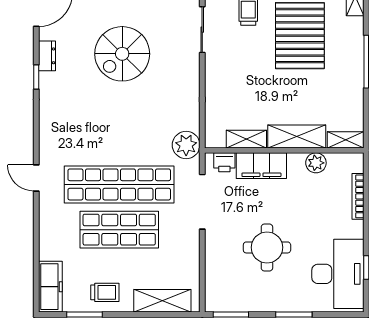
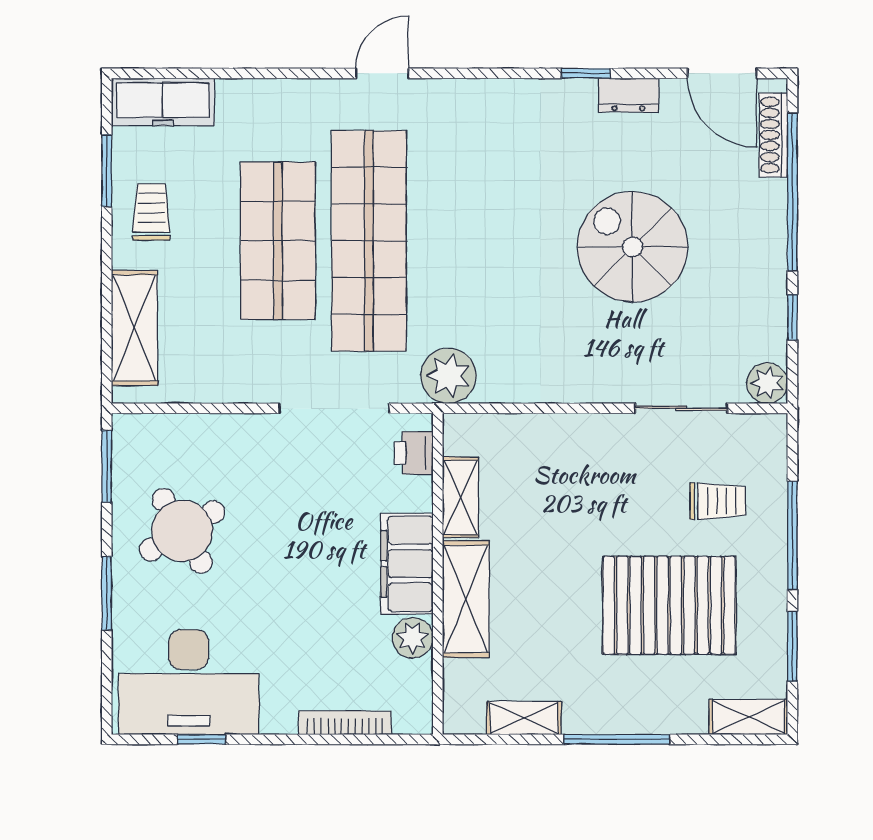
shelving: (346, 140) -> (524, 718), moved, turned 90
filing cabinet: (261, 166) -> (407, 564), moved
round table: (267, 247) -> (182, 531), moved, turned -31
trolley: (105, 292) -> (151, 212), turned 180

